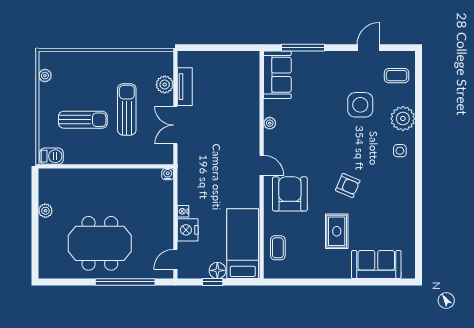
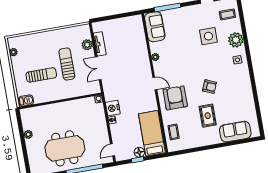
nightstand: (188, 230) -> (113, 108), moved

